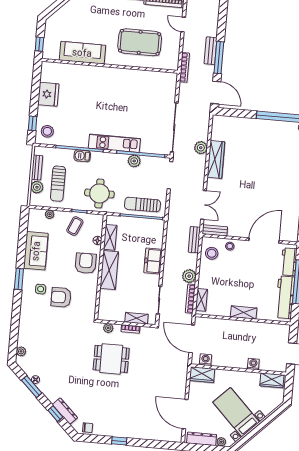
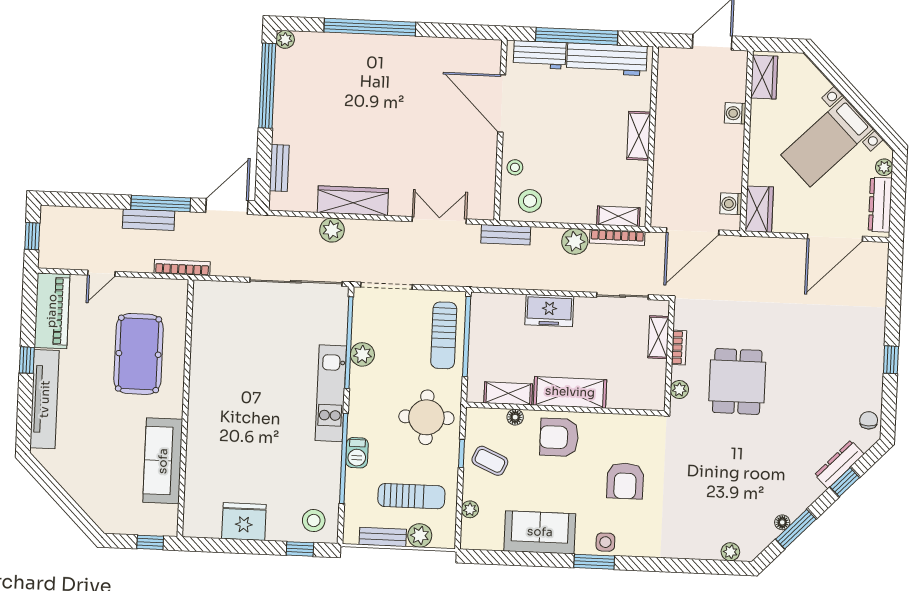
bench: (215, 230) -> (279, 168), moved
side table: (41, 289) -> (605, 542), moved

